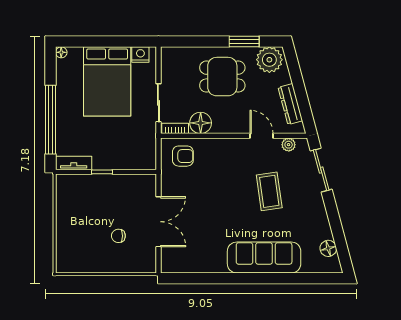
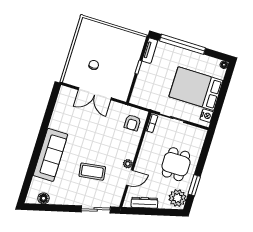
floor lamp: (201, 123) -> (150, 141), removed
plant: (289, 145) -> (128, 164), moved

